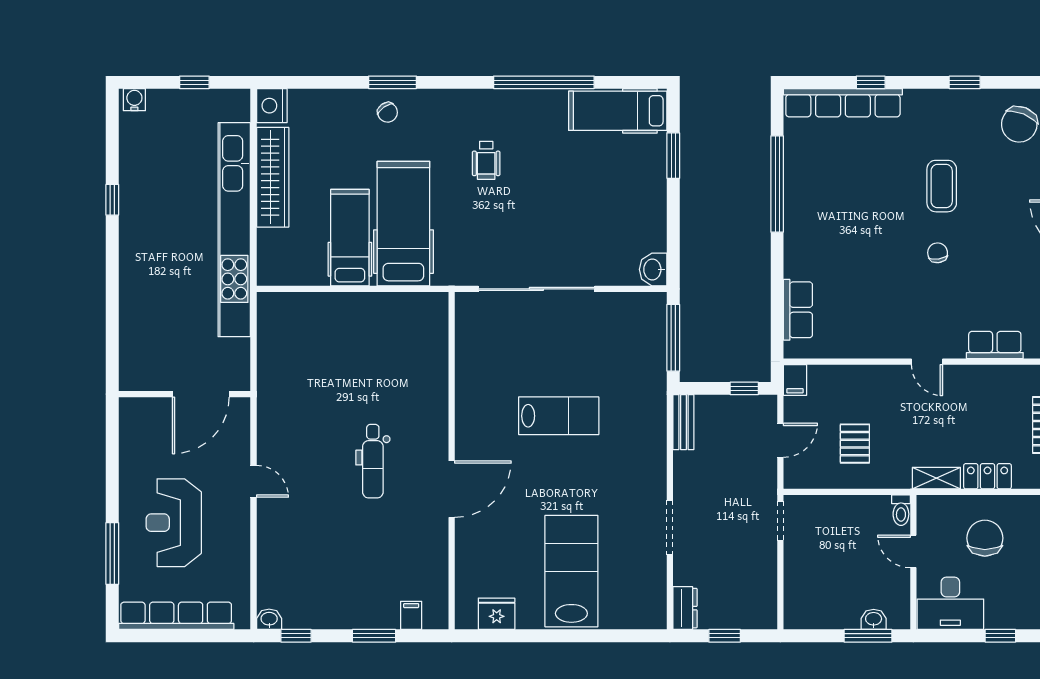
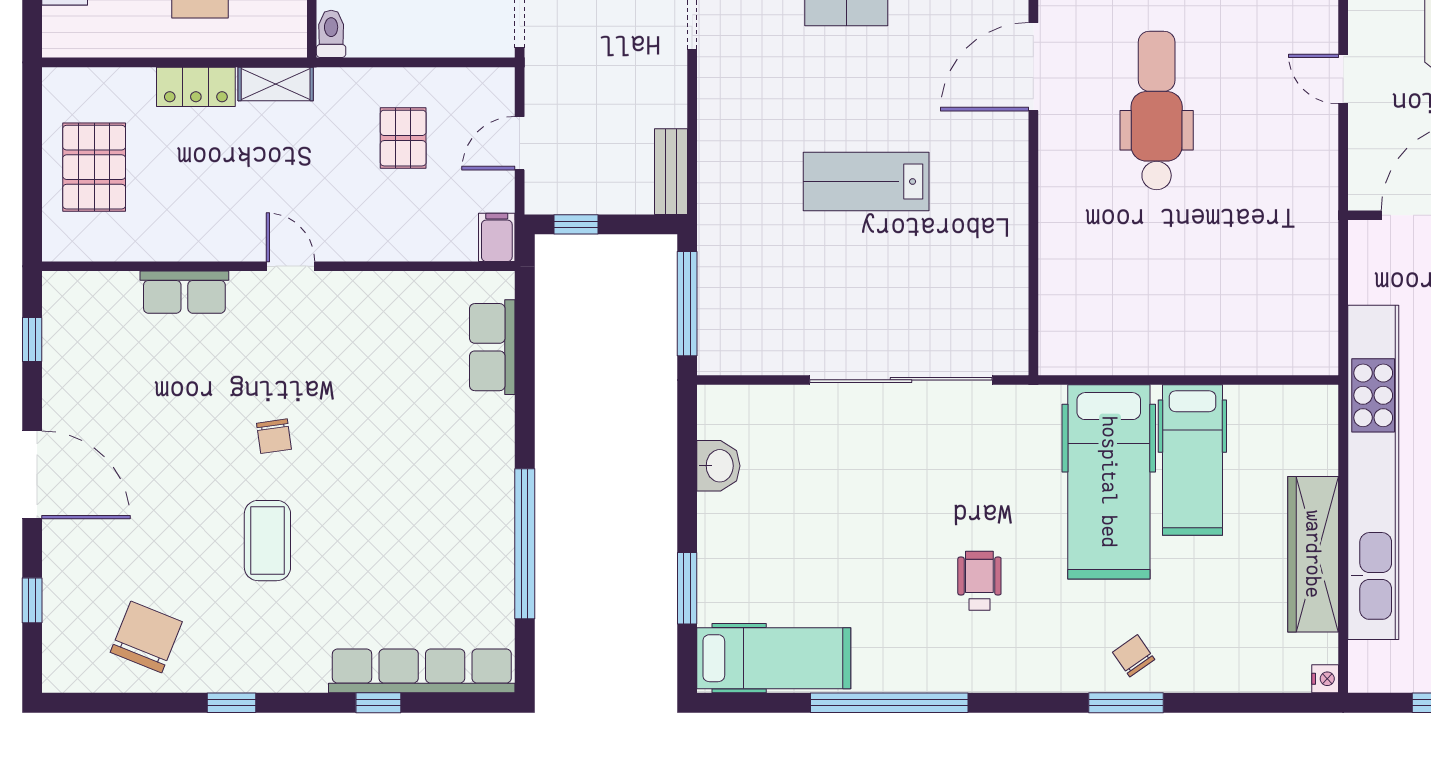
nightstand: (272, 106) -> (1325, 679), width x0.53, depth x0.56
washbasin: (653, 269) -> (718, 466), moved
dental chair: (373, 461) -> (1157, 110), width x1.36, depth x1.38

